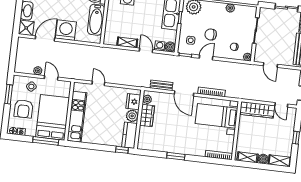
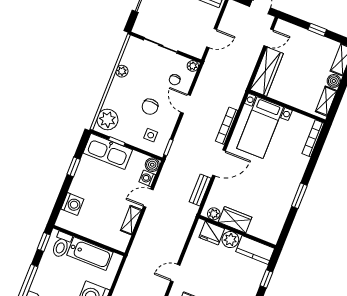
door: (206, 57) -> (186, 104), moved
window: (122, 150) -> (266, 279), moved

